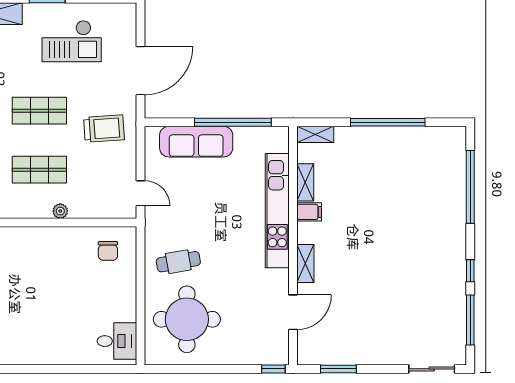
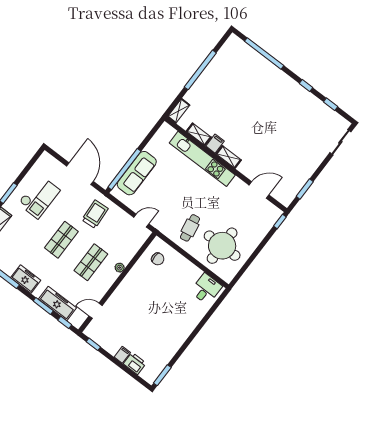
window: (233, 122) -> (124, 169), moved
shelving: (305, 264) -> (229, 157), moved
door: (293, 312) -> (259, 190), hinge flipped
window: (470, 320) -> (331, 104), width x0.46

